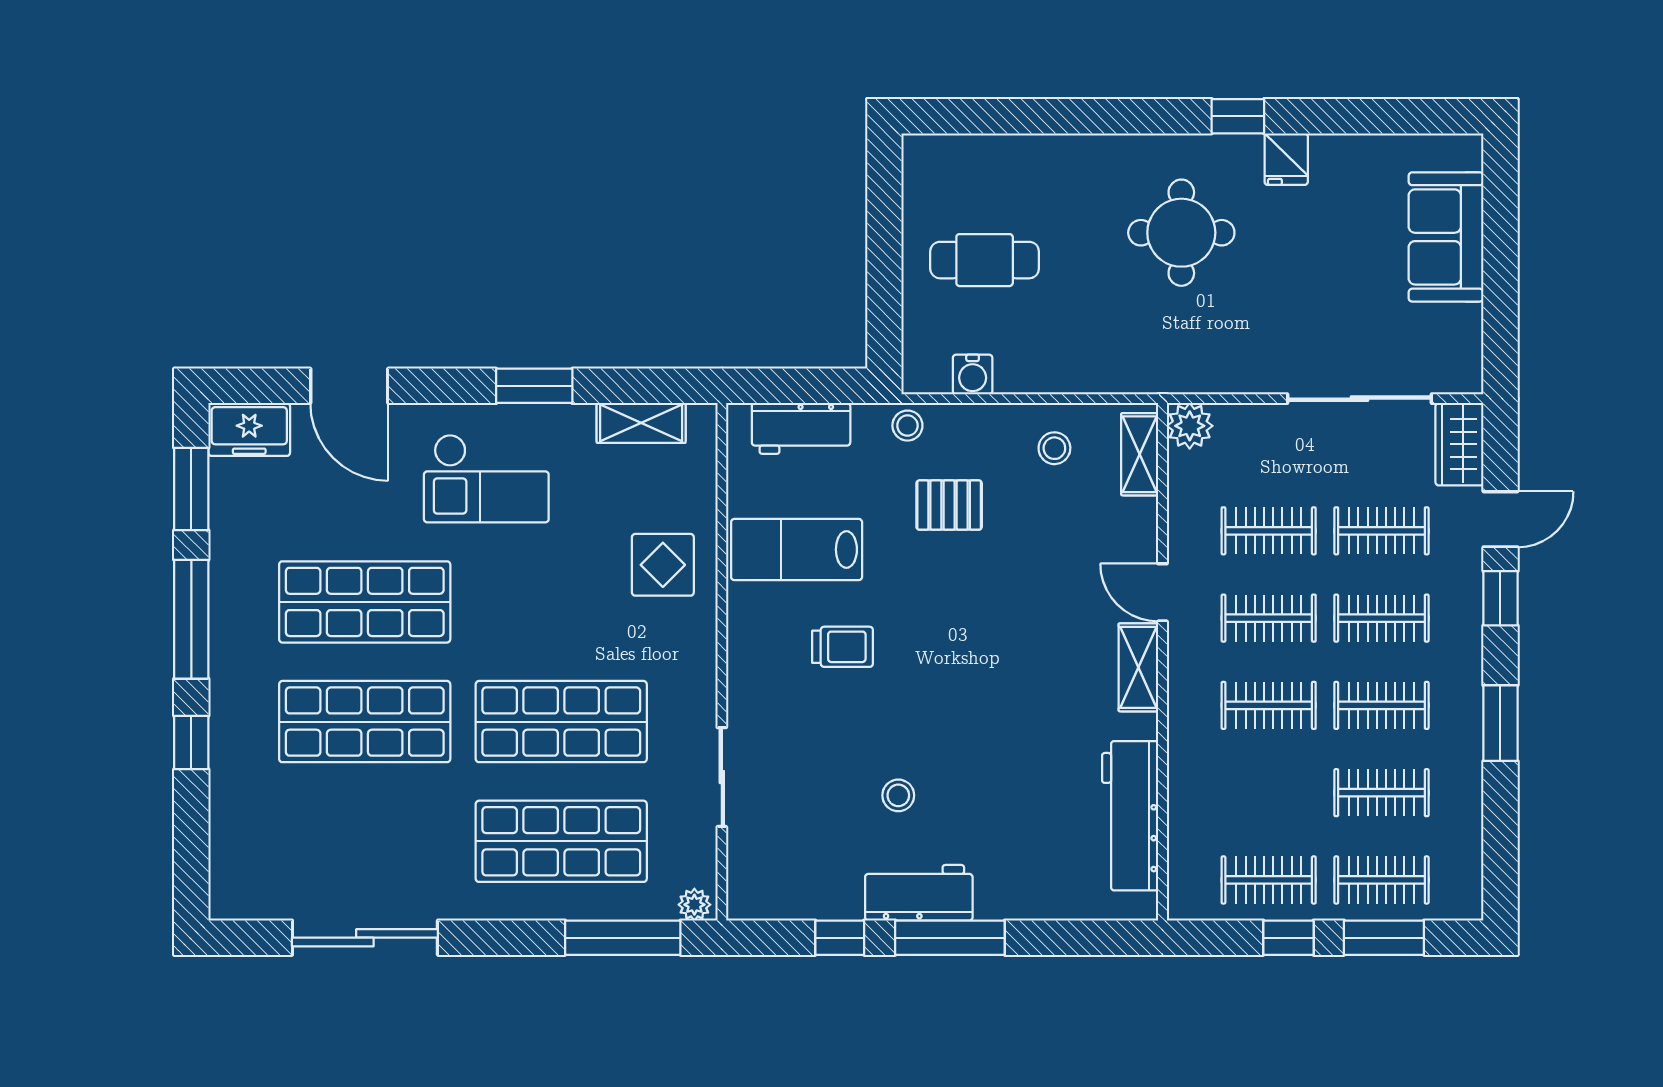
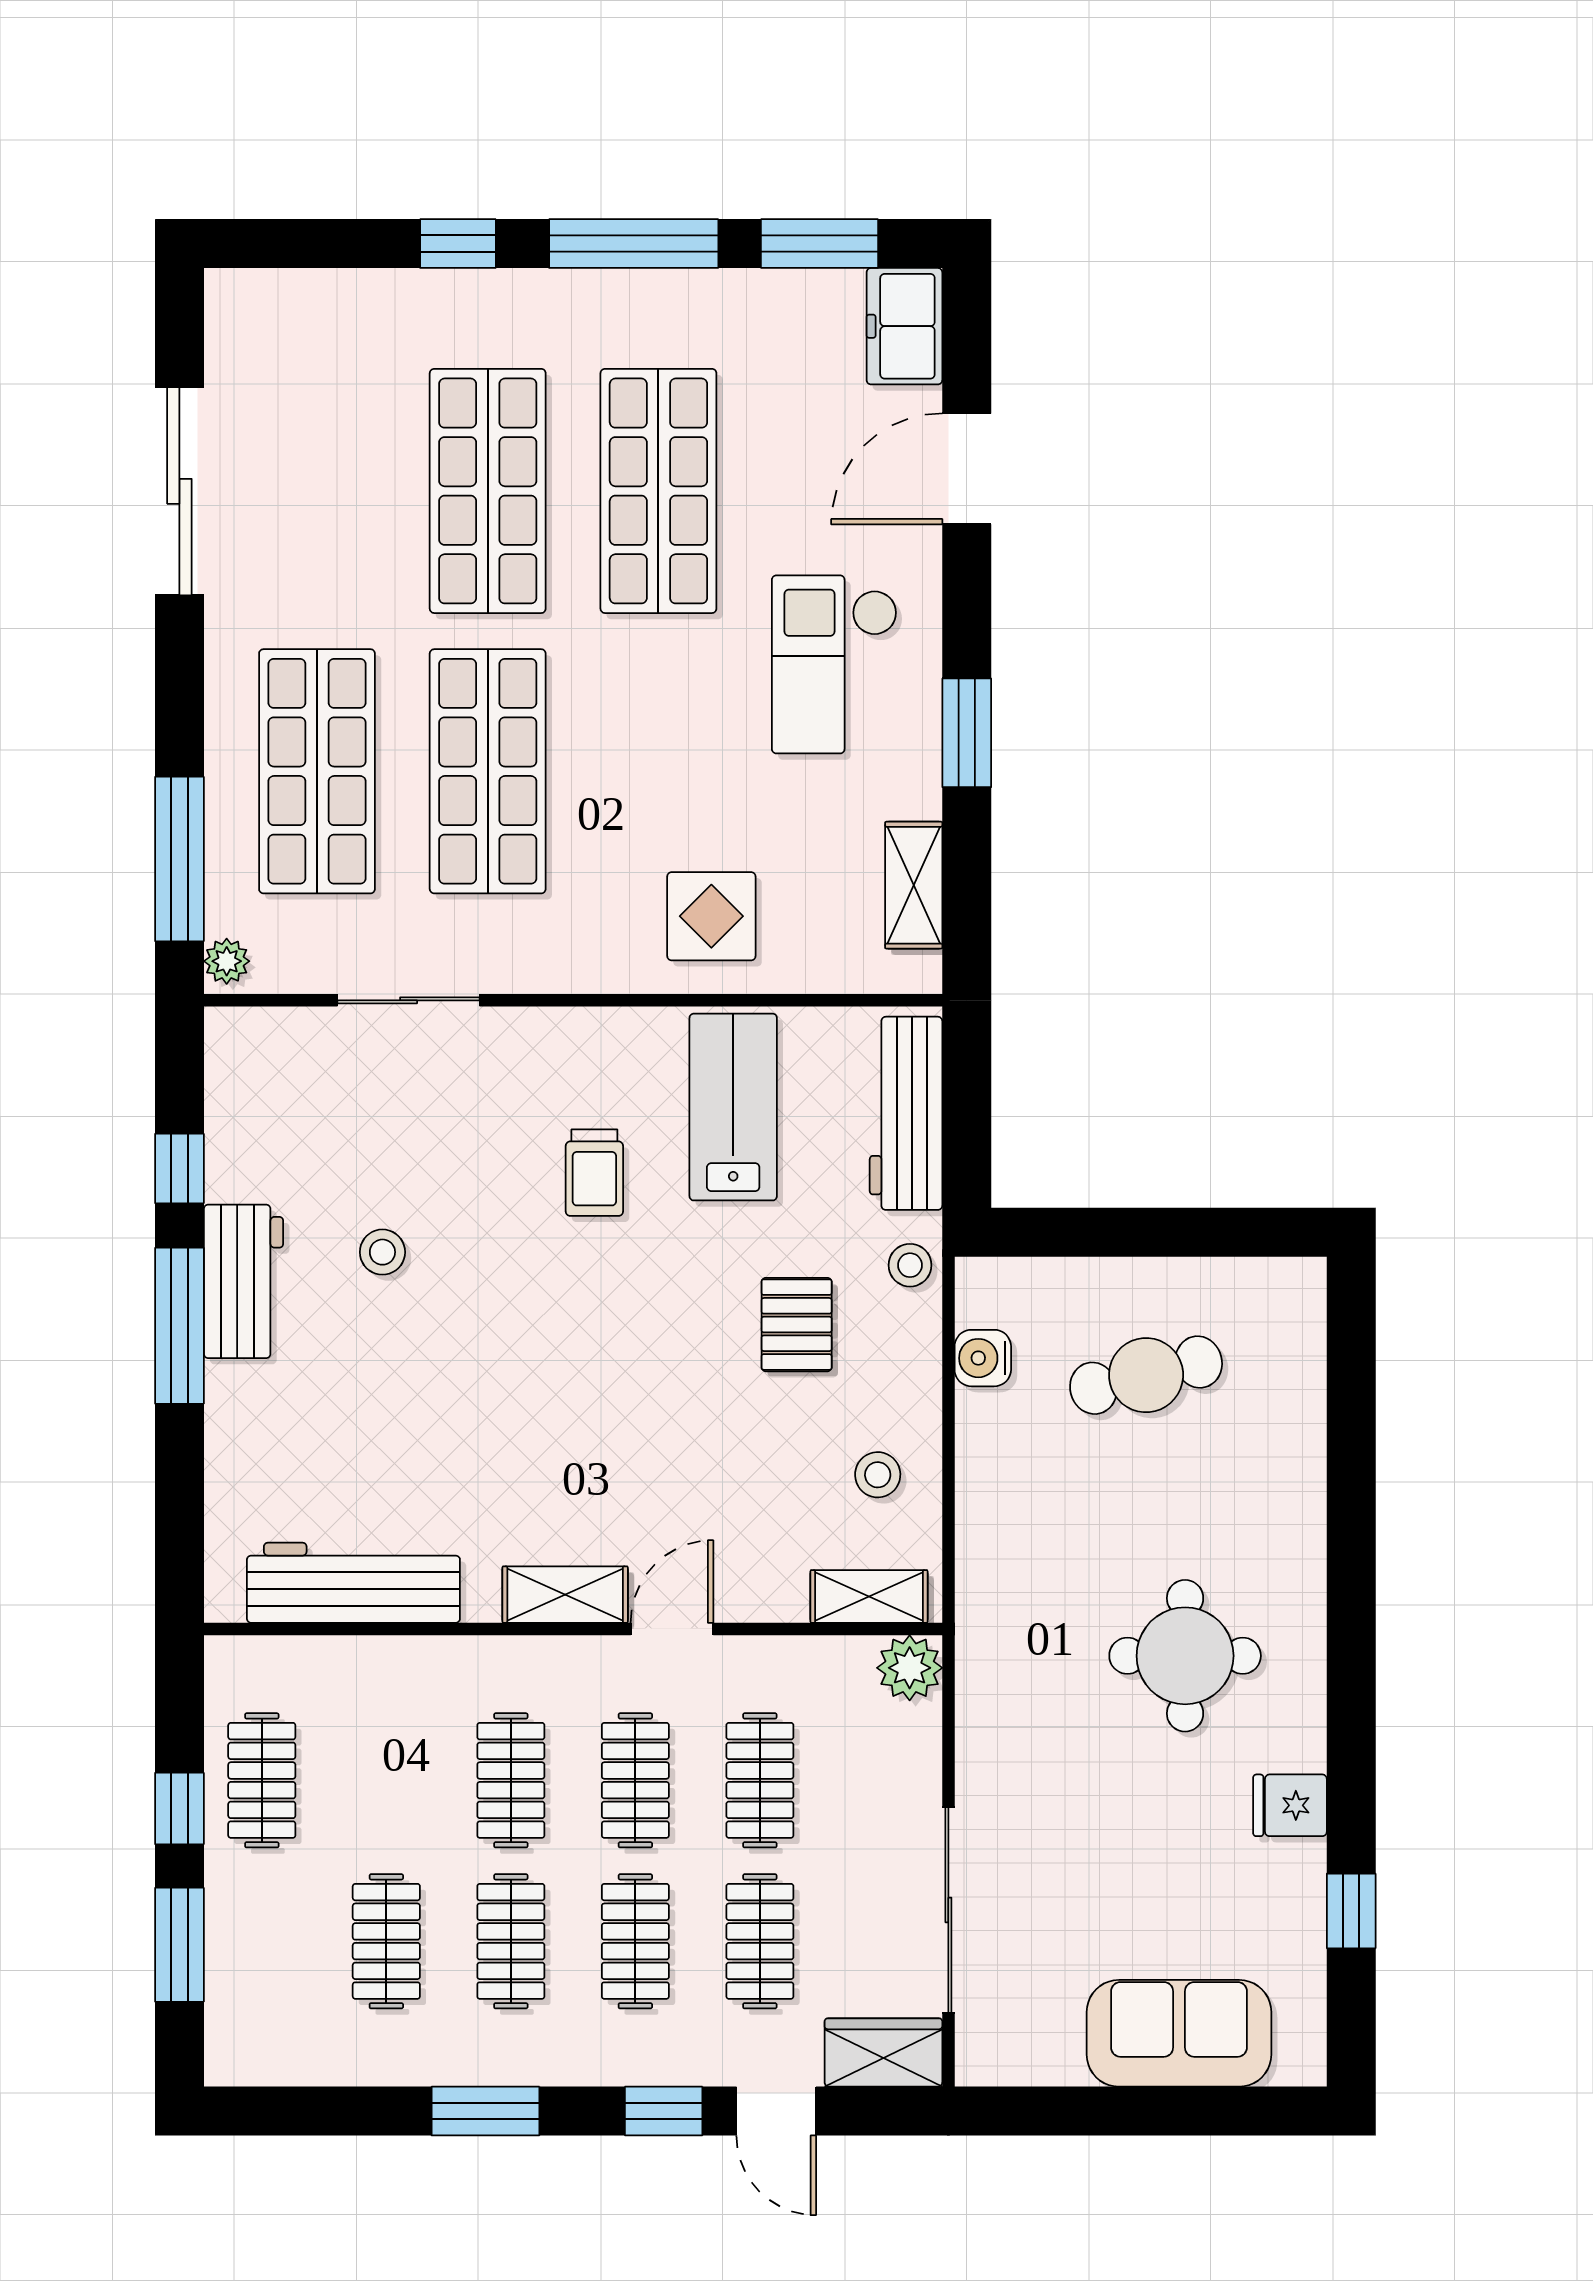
window: (1238, 116) -> (1351, 1911), moved
cafe table: (985, 260) -> (1146, 1375), turned 76
workbench: (801, 428) -> (906, 1113), width x1.38
clothes rail: (1381, 880) -> (262, 1941), removed

